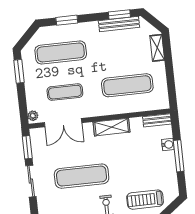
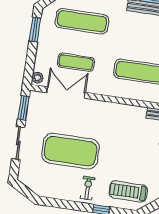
double door: (63, 123) -> (66, 92), swing flipped
shelving: (112, 127) -> (114, 110), removed
exercise mat: (82, 176) -> (71, 151), width x1.47

